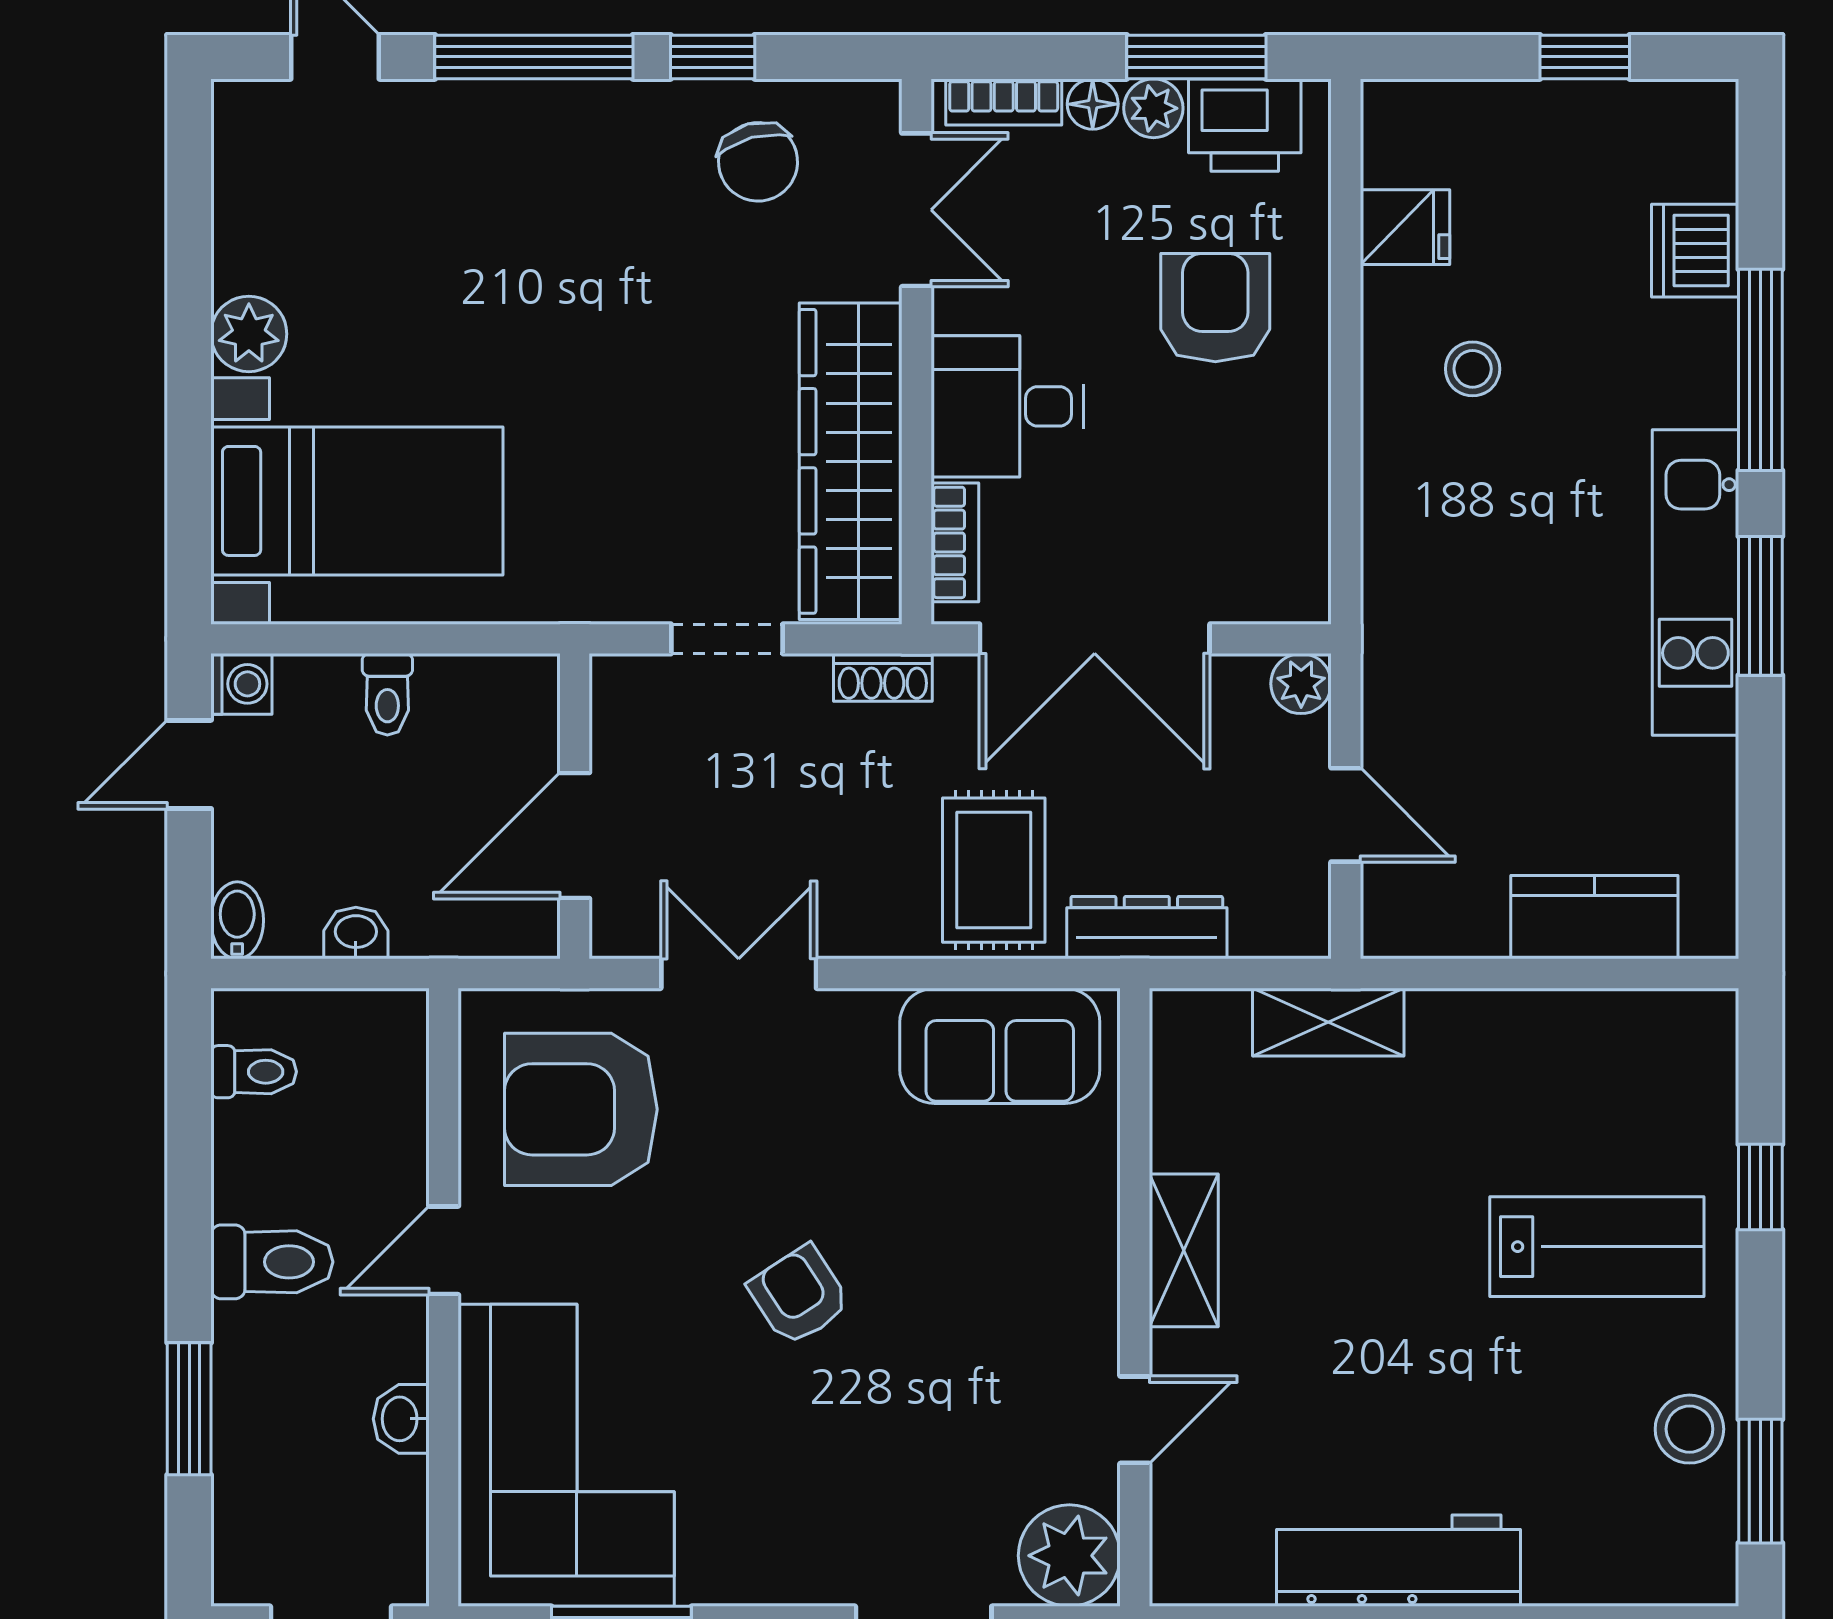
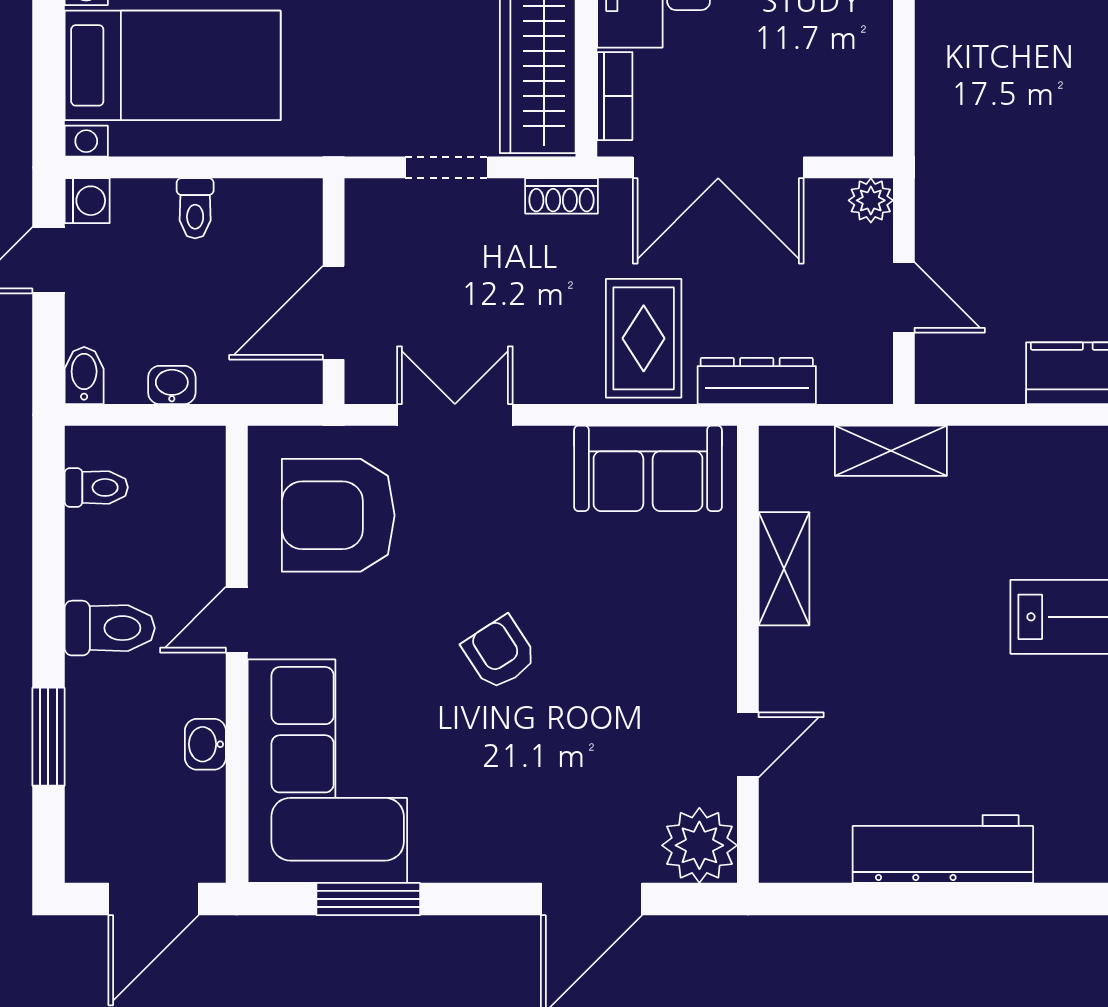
shelving: (1184, 1250) -> (784, 569), moved

